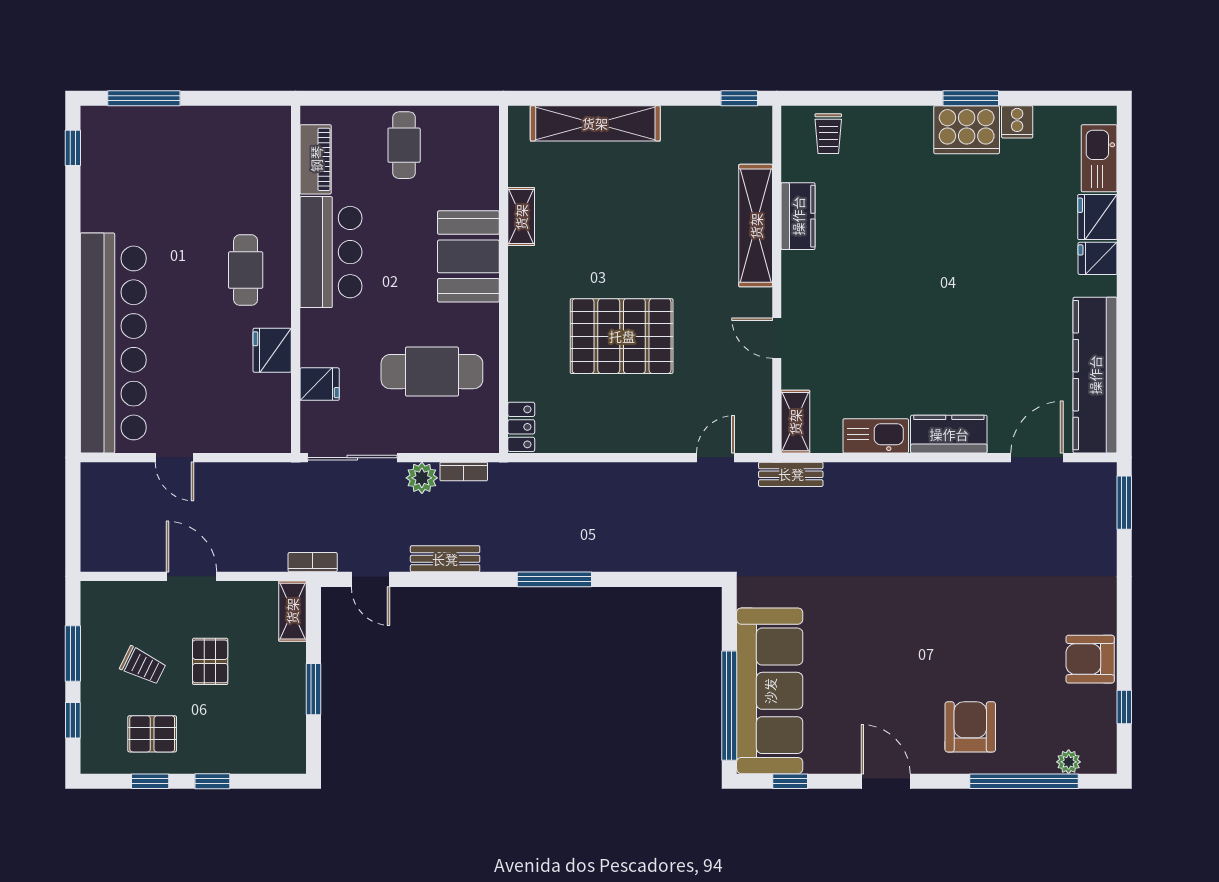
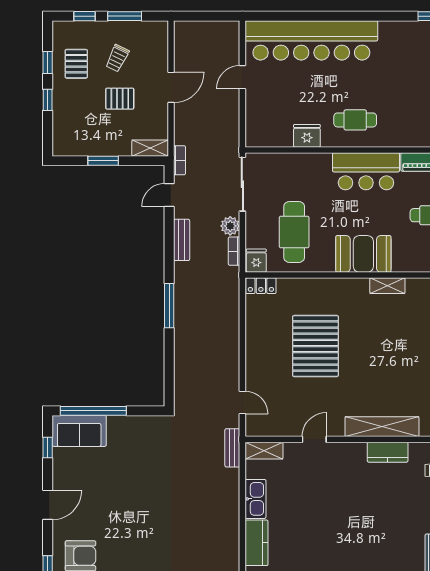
fridge: (320, 384) -> (256, 261), moved, turned 180
sofa: (770, 691) -> (79, 431), width x0.54, depth x0.79

